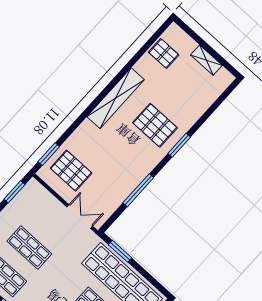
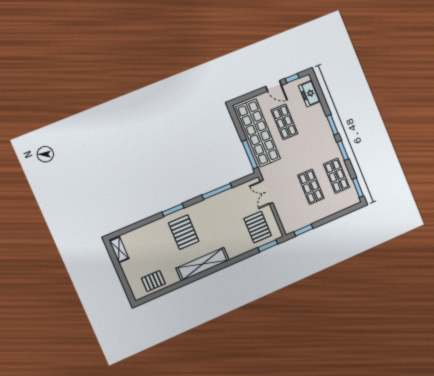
pallet: (164, 53) -> (153, 281), turned 90
shelving: (206, 60) -> (119, 250), moved
window: (120, 251) -> (250, 154), width x1.44

